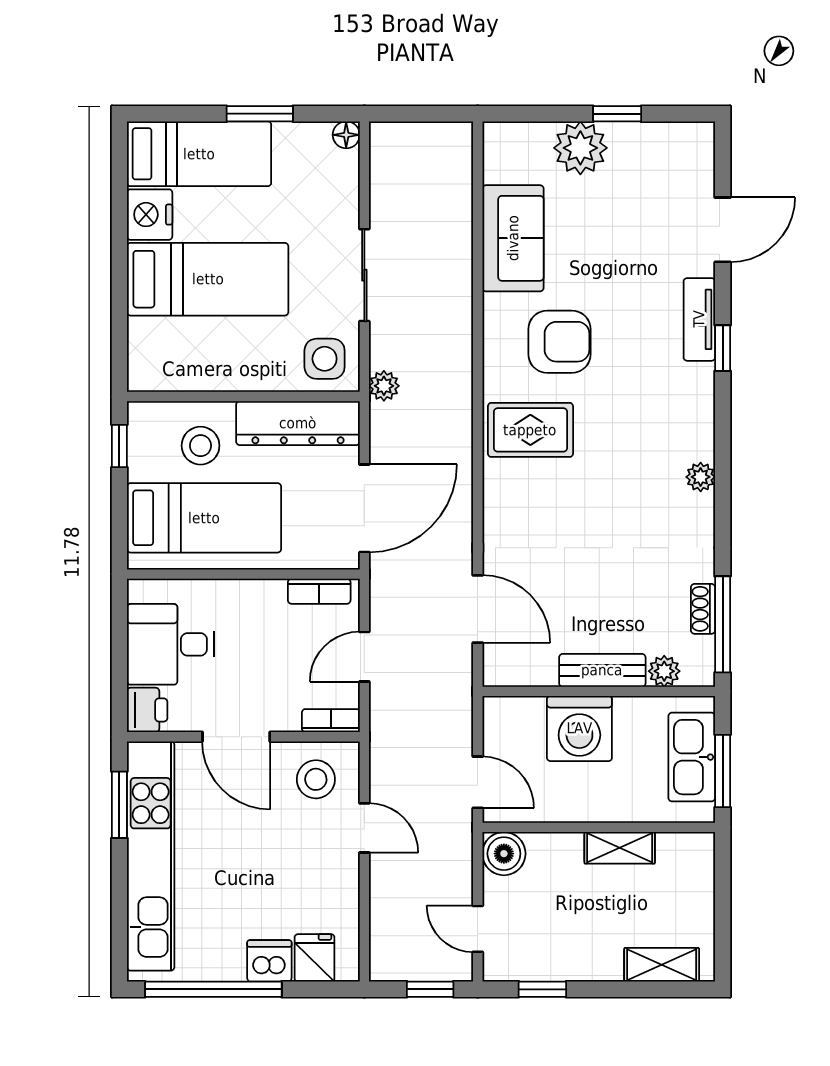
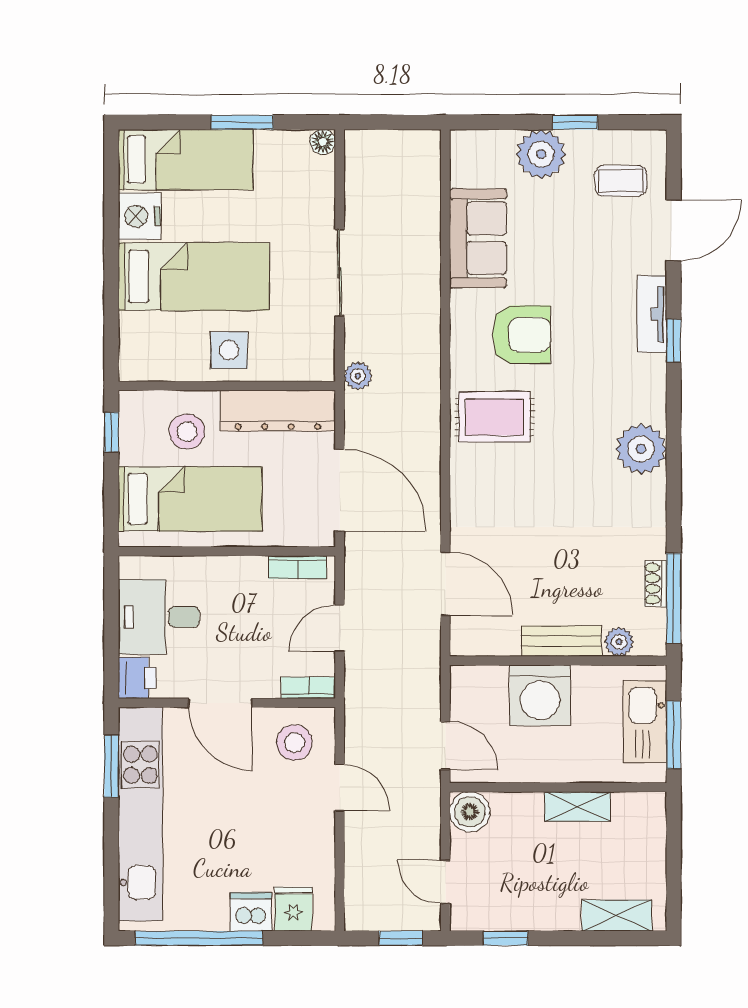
coffee table: (666, 176) -> (621, 181), added
side table: (325, 359) -> (229, 350), moved
plant: (701, 477) -> (641, 449), width x1.88, depth x1.88
door: (364, 508) -> (340, 490), hinge flipped

